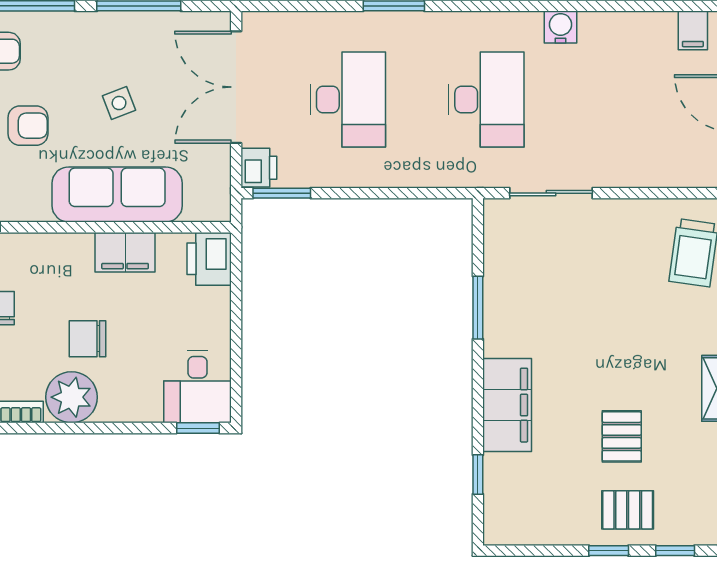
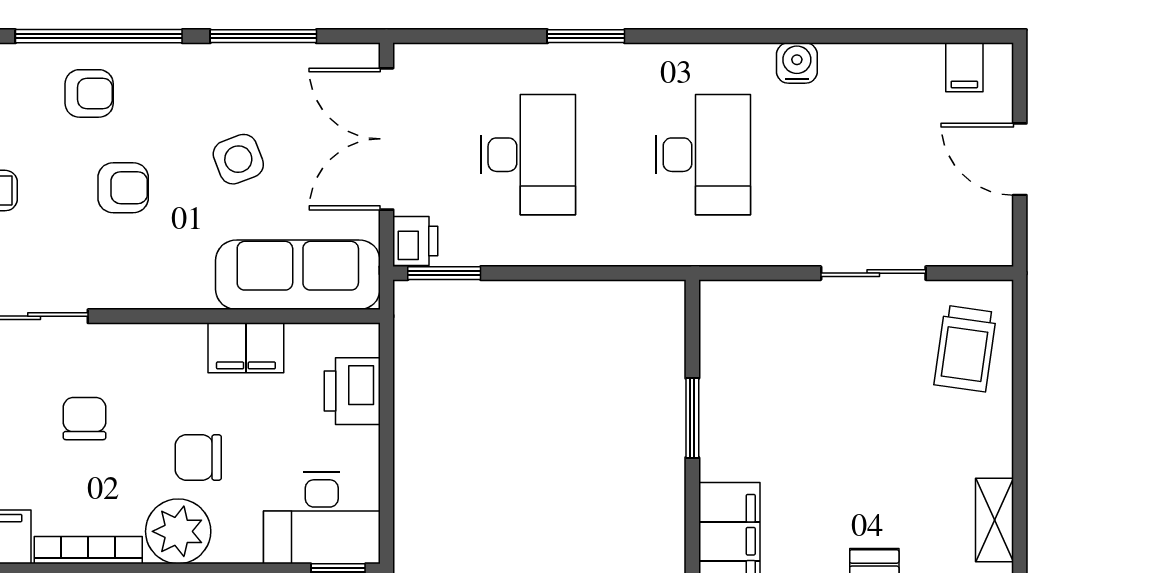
side table: (119, 103) -> (238, 159), width x1.37, depth x1.37
sliding door: (551, 193) -> (873, 273), moved
sofa: (117, 194) -> (298, 275), moved
printer: (209, 259) -> (352, 391), moved
desk: (197, 387) -> (322, 518), width x1.37

